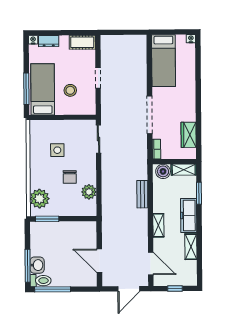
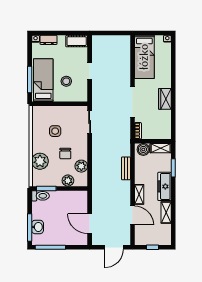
wardrobe: (189, 135) -> (165, 99), moved
plant: (39, 199) -> (40, 161), moved
plant: (73, 209) -> (68, 181), added
door: (151, 263) -> (132, 215), moved
toilet: (41, 281) -> (40, 196), moved

